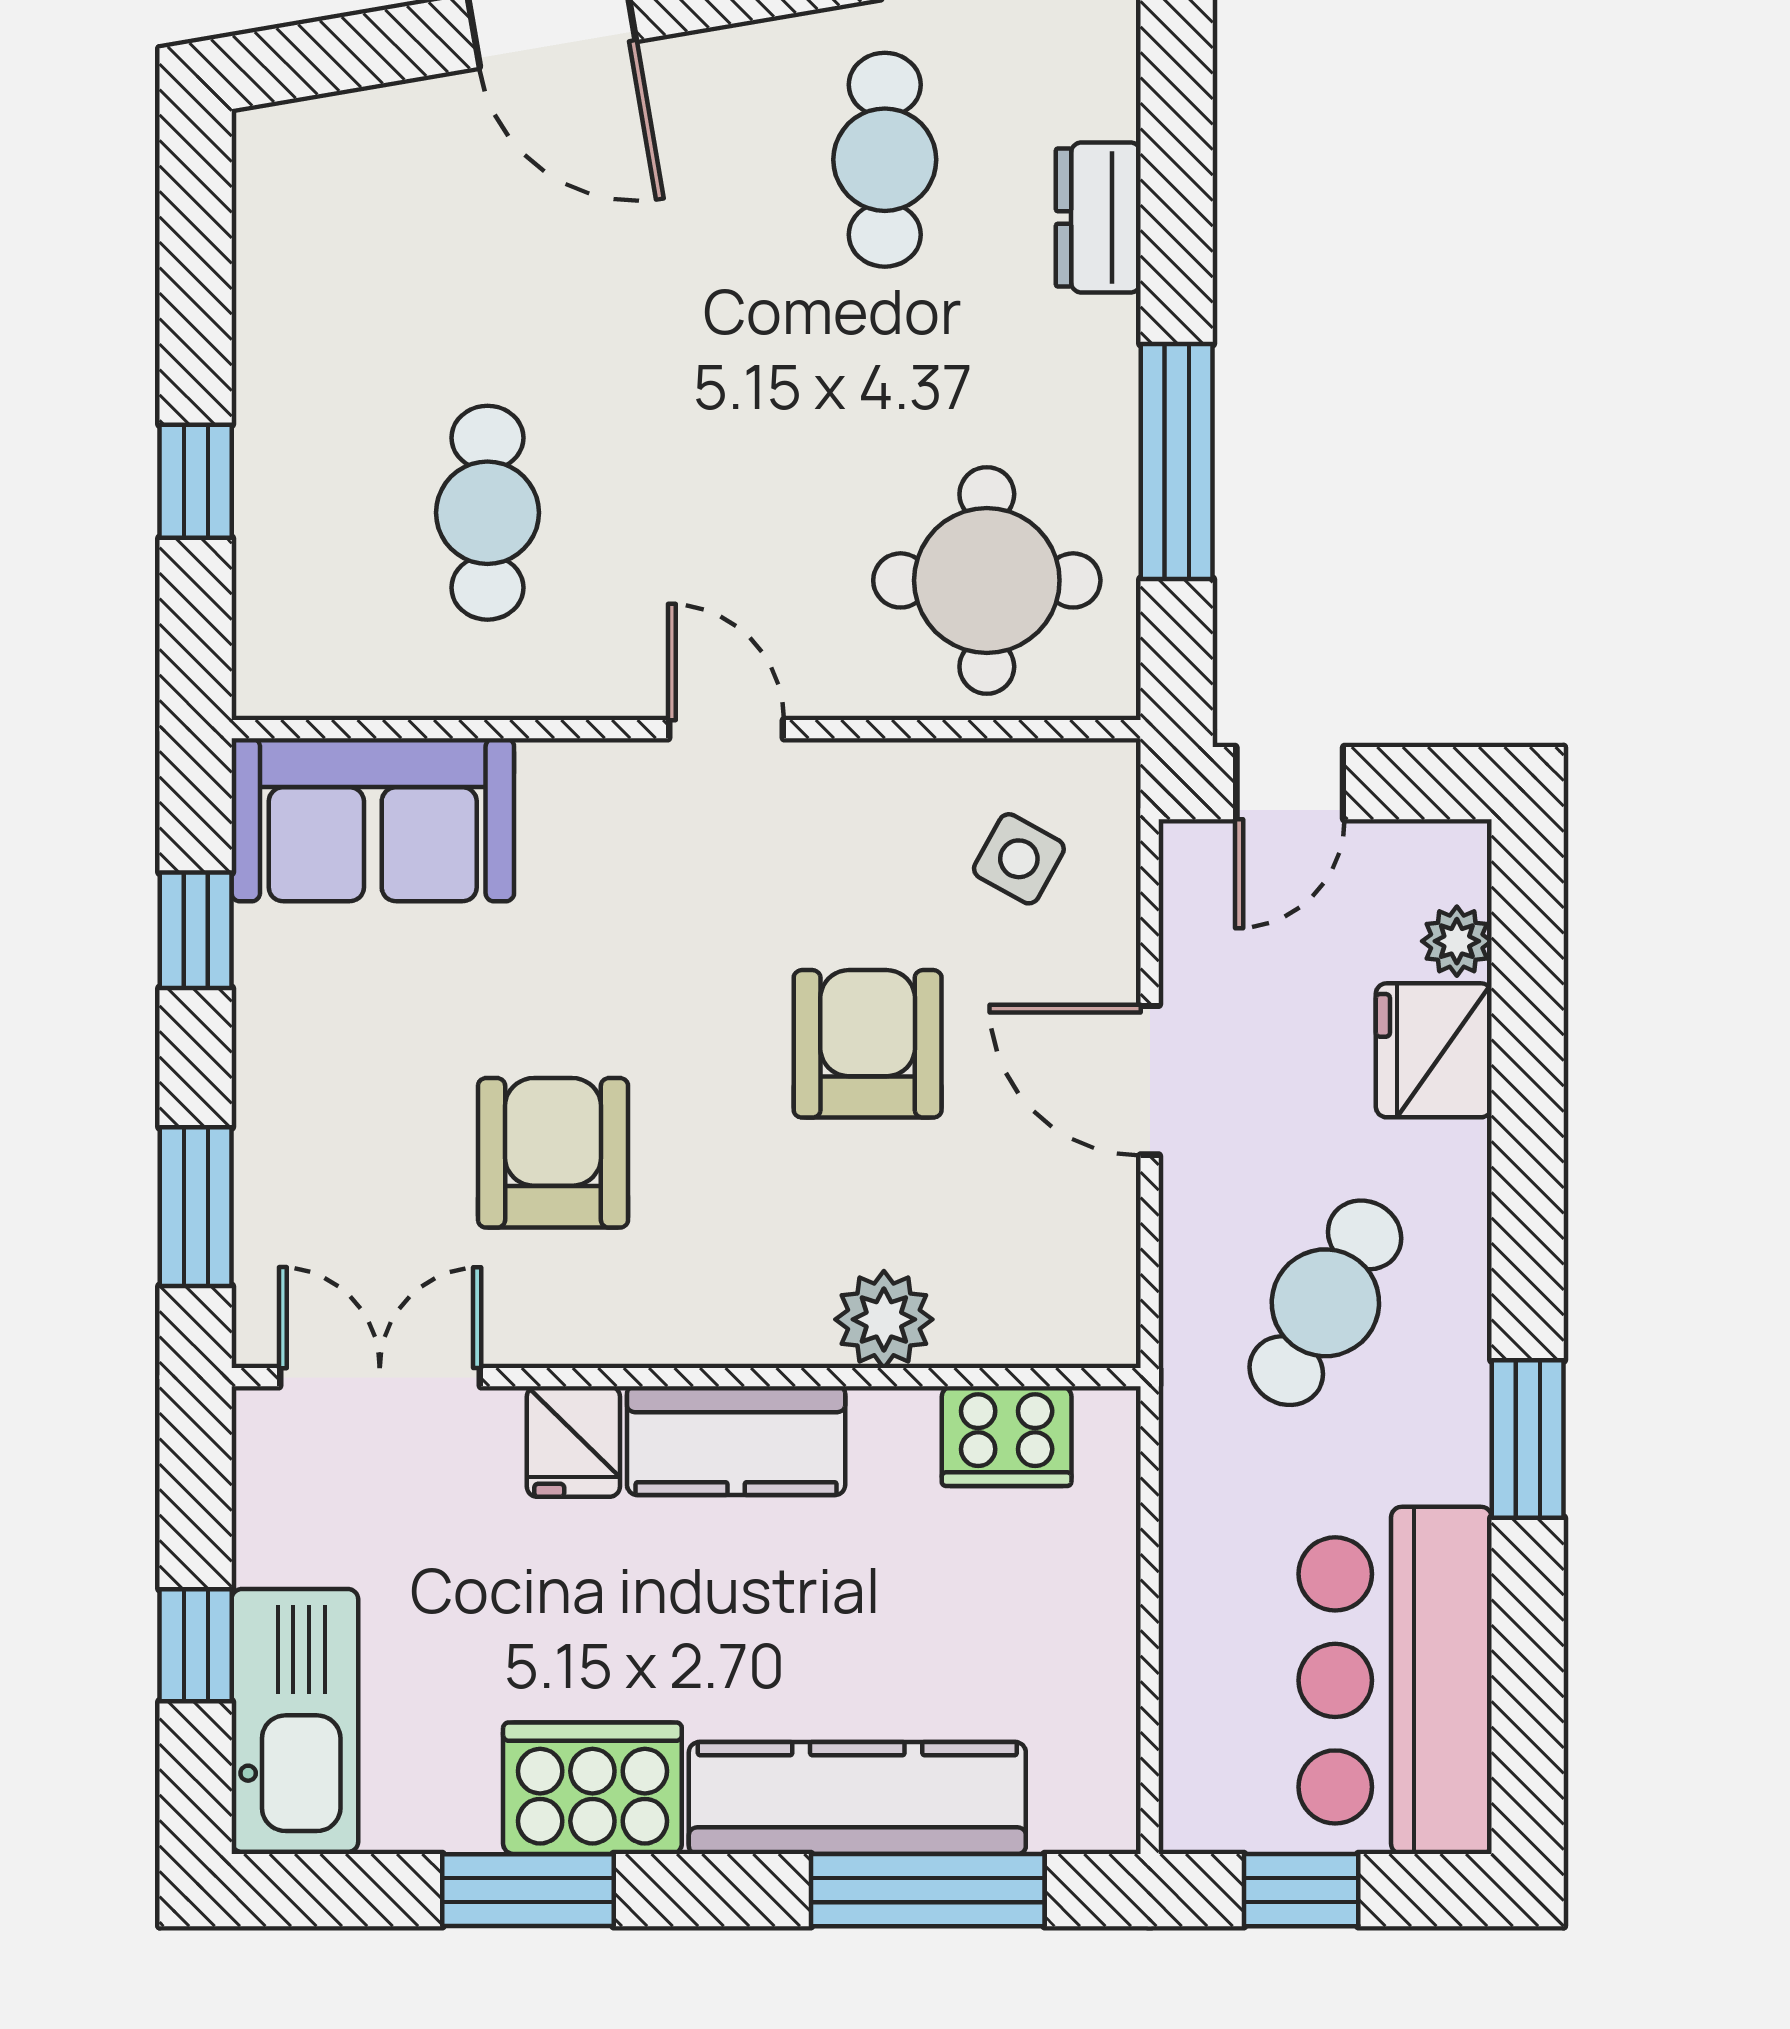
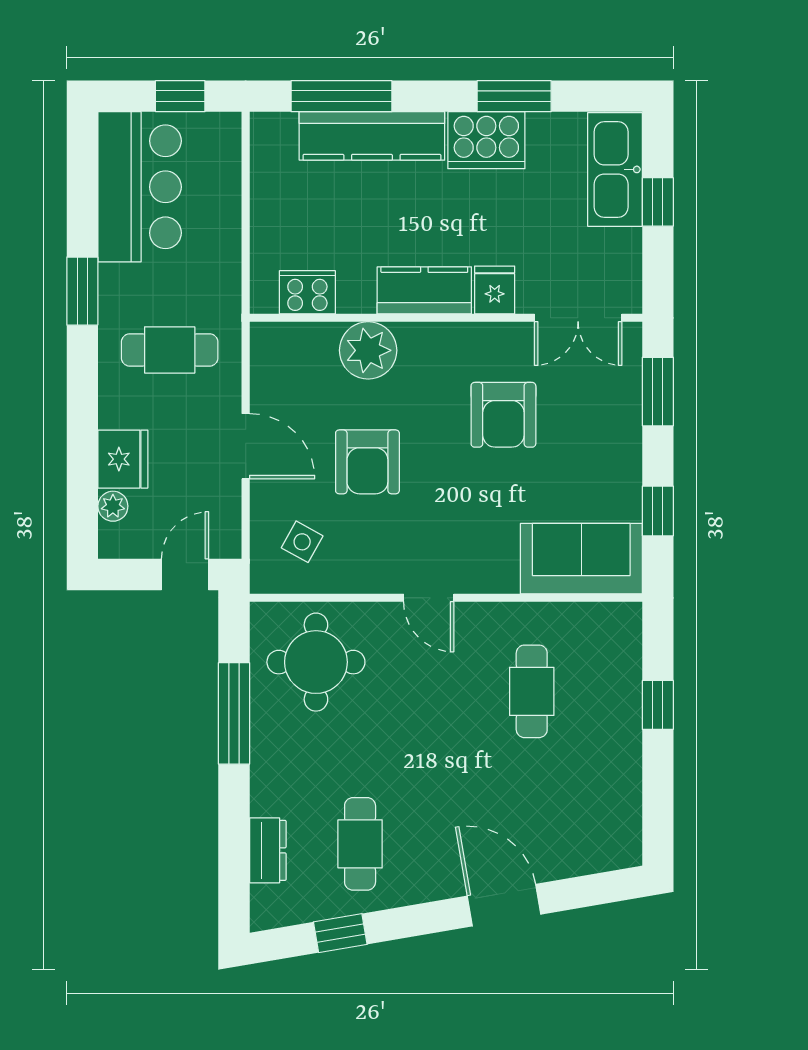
dresser: (1098, 218) -> (268, 850), moved
cafe table: (1325, 1303) -> (170, 350), turned 60
plant: (884, 1319) -> (368, 350), width x1.36, depth x1.36

